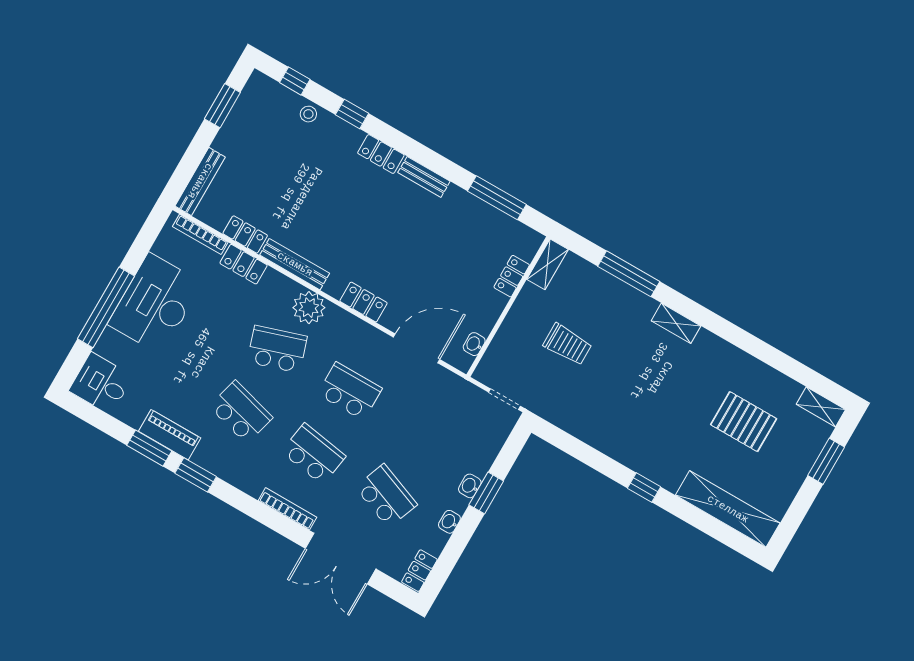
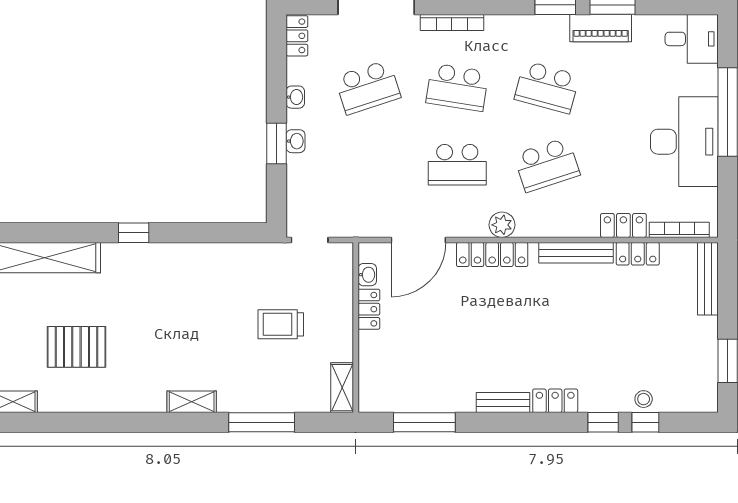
window: (295, 81) -> (645, 422), moved
locker: (512, 276) -> (369, 309), moved
locker: (364, 302) -> (492, 255), width x1.53
plant: (309, 308) -> (502, 225), moved, width x0.73, depth x0.73
school desk: (386, 496) -> (368, 87), turned -39

